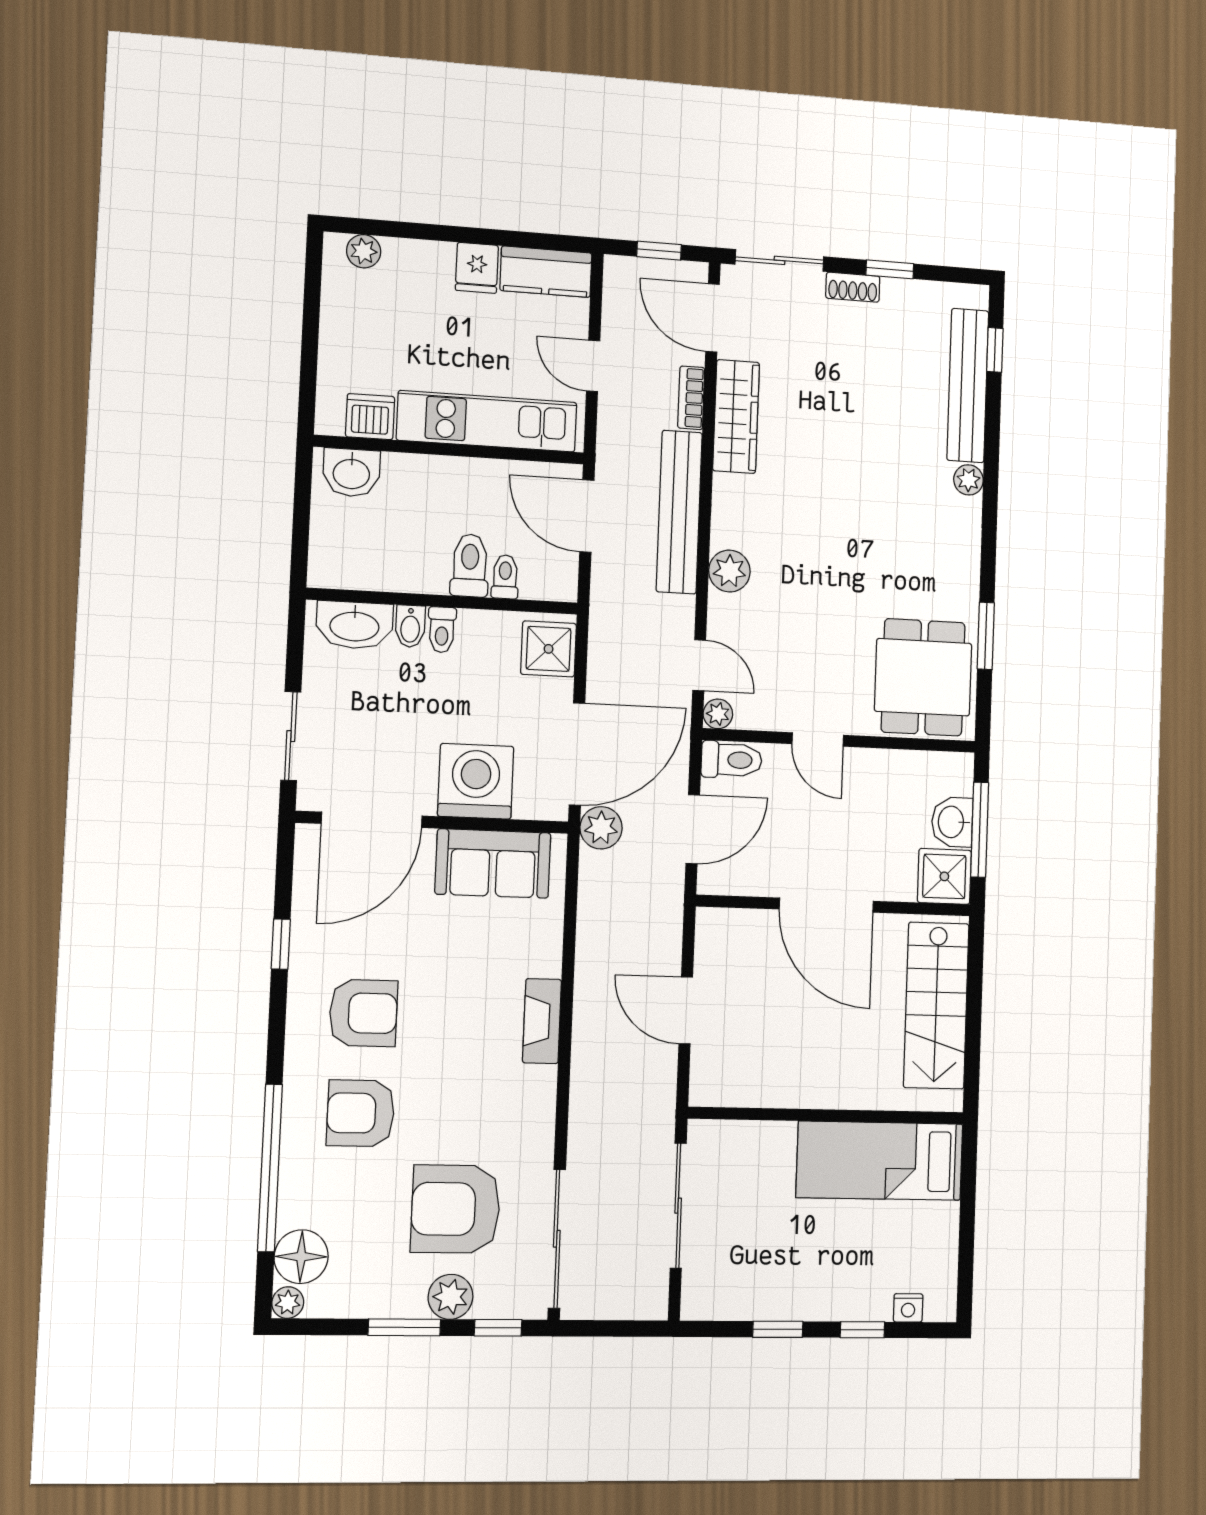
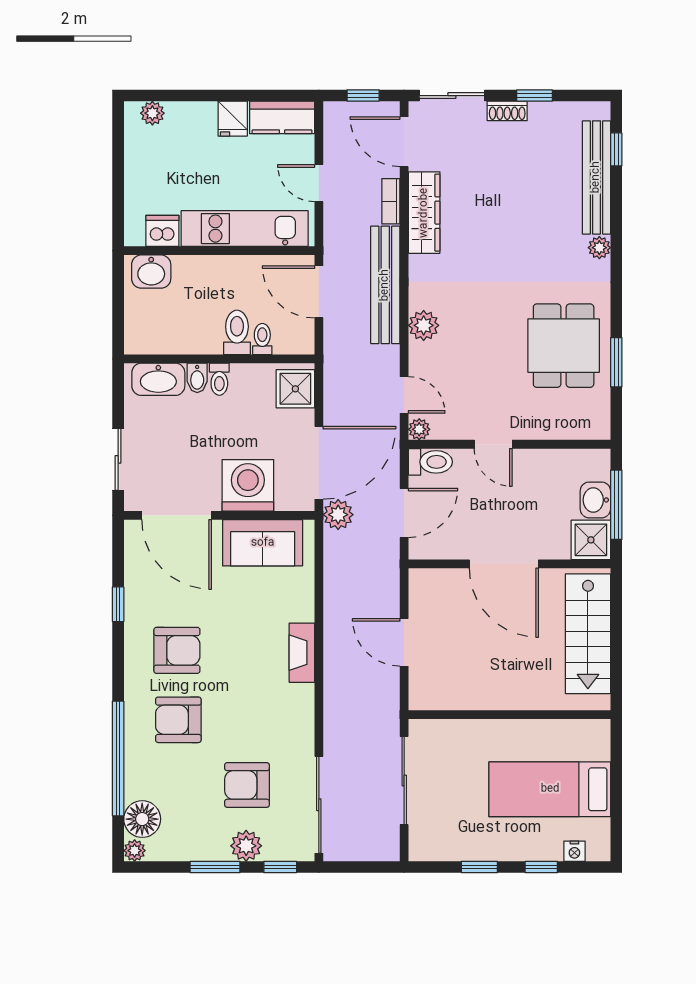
dining table: (923, 677) -> (564, 346), moved
door: (372, 820) -> (177, 515), hinge flipped
bed: (880, 1161) -> (550, 789), moved
armchair: (456, 1209) -> (247, 785), width x0.73, depth x0.73

